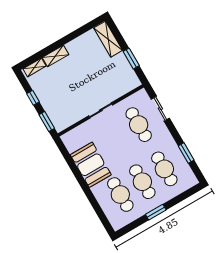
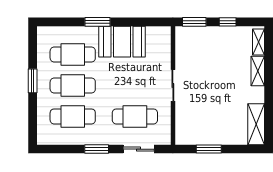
shelving: (108, 39) -> (256, 124), moved, turned 90
window: (186, 153) -> (97, 149), moved
window: (87, 190) -> (98, 22), added

